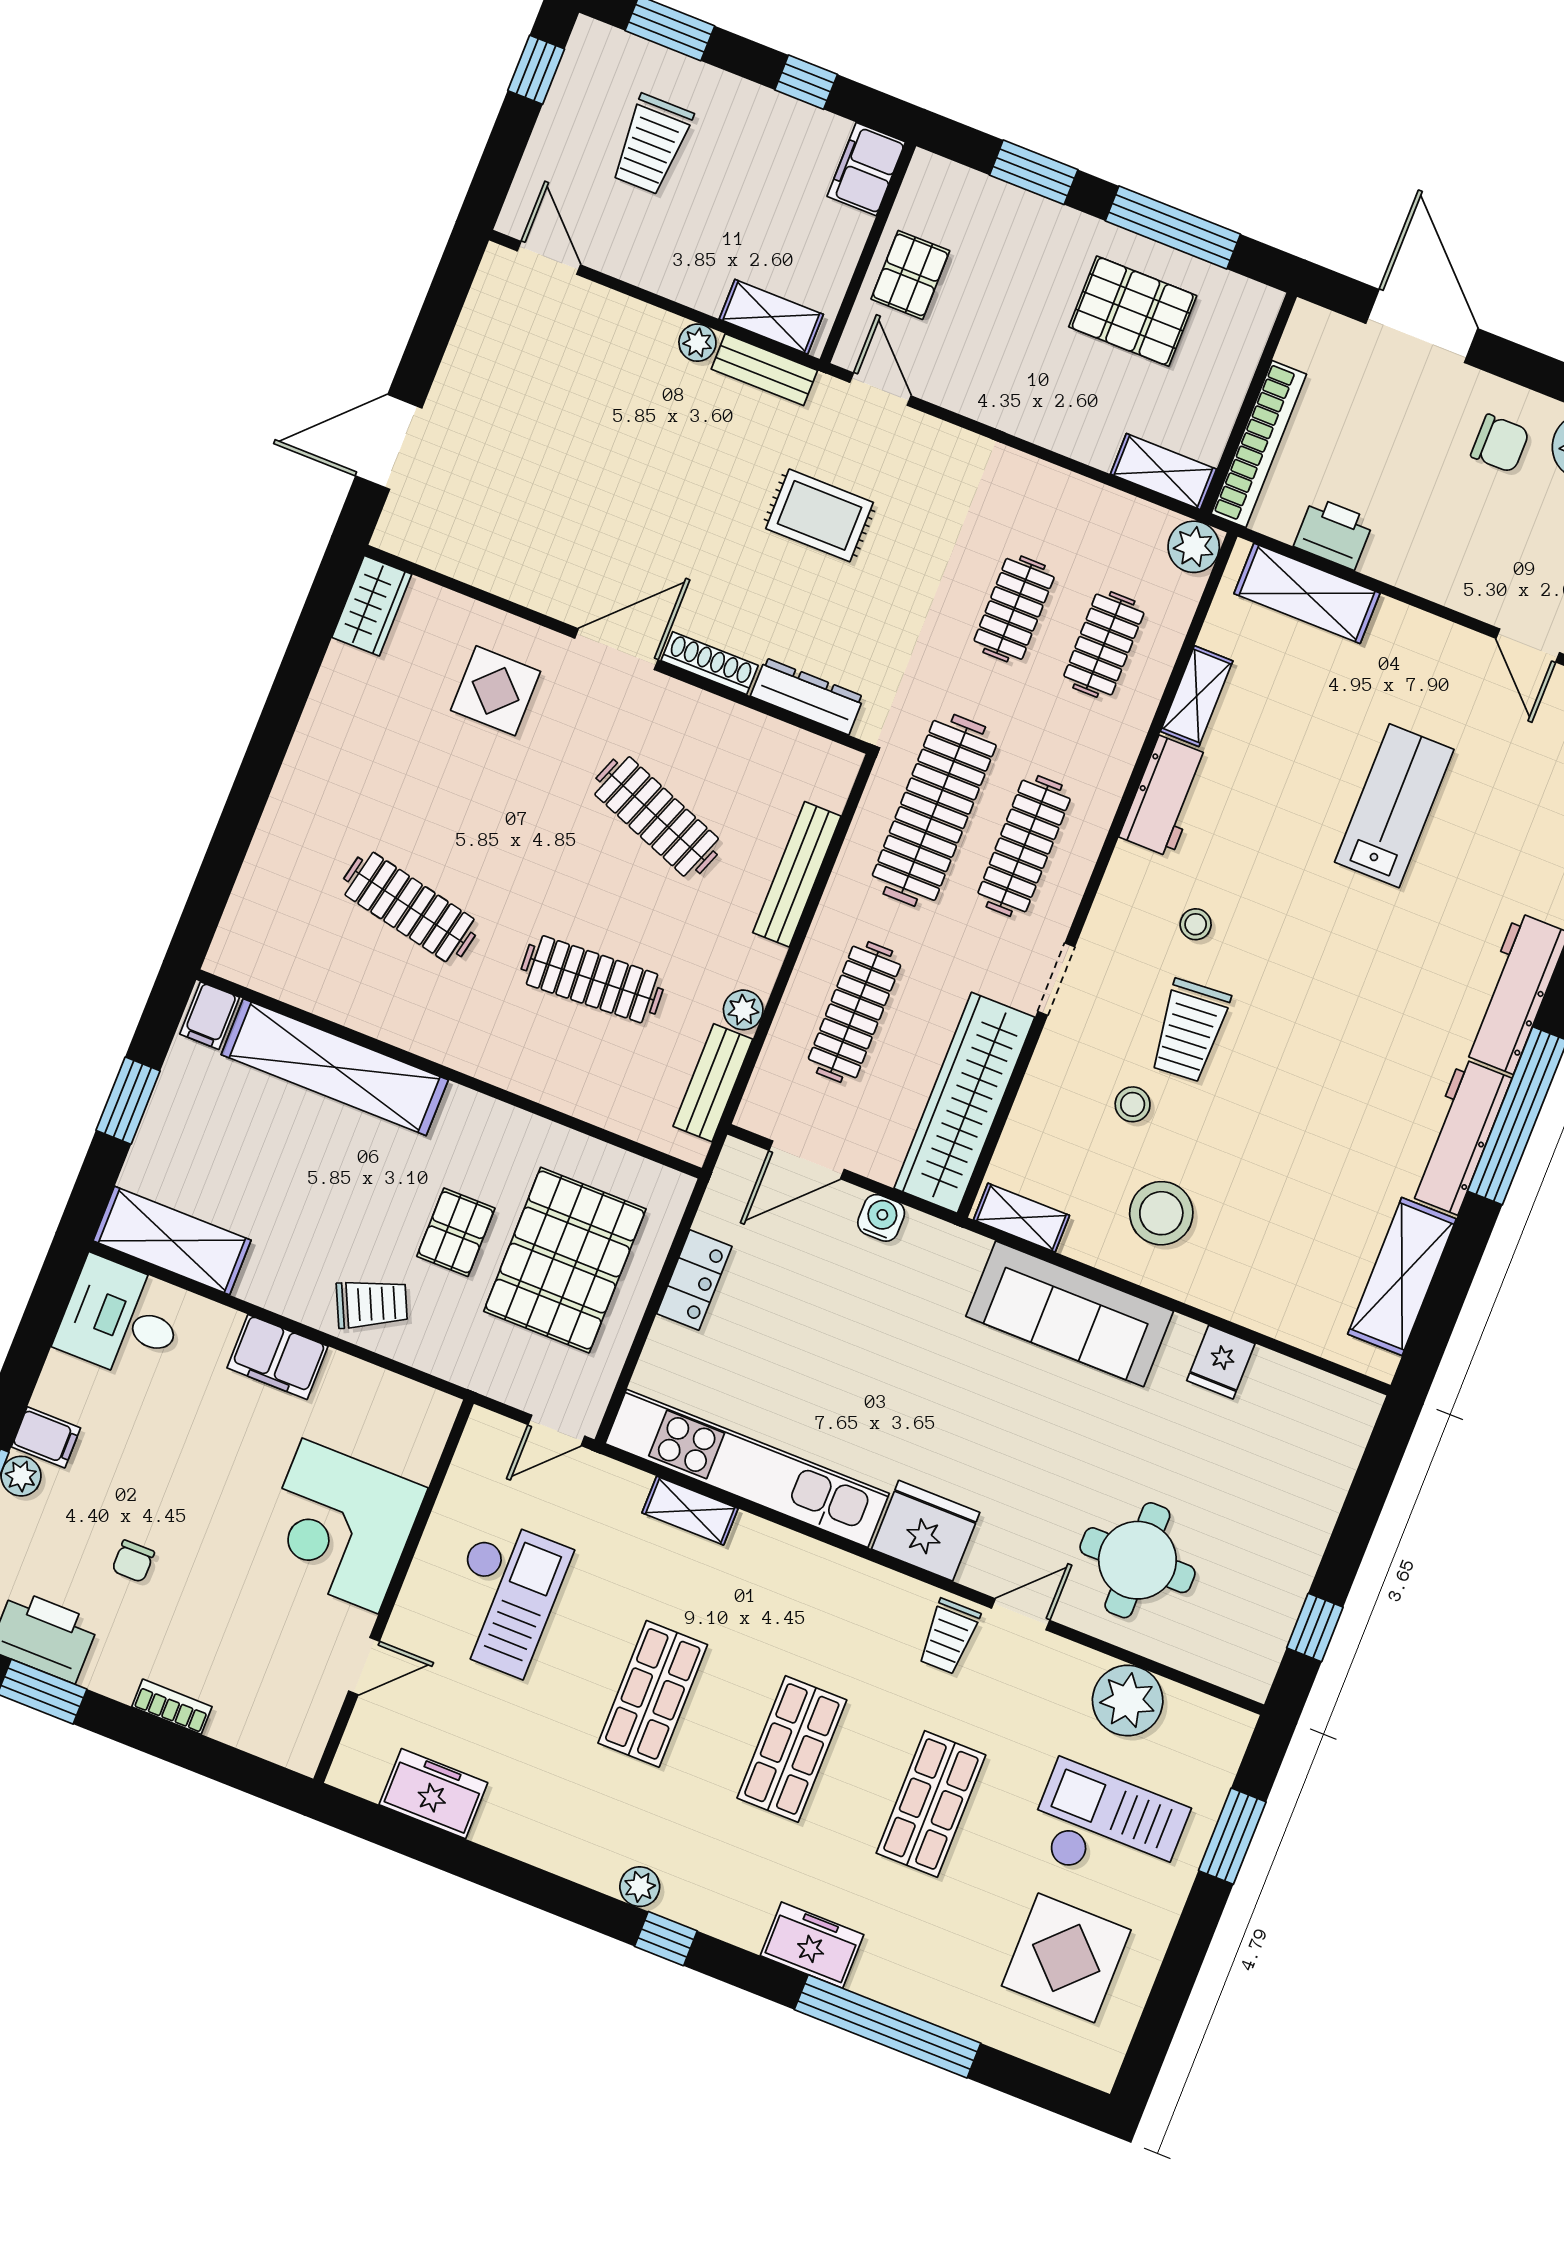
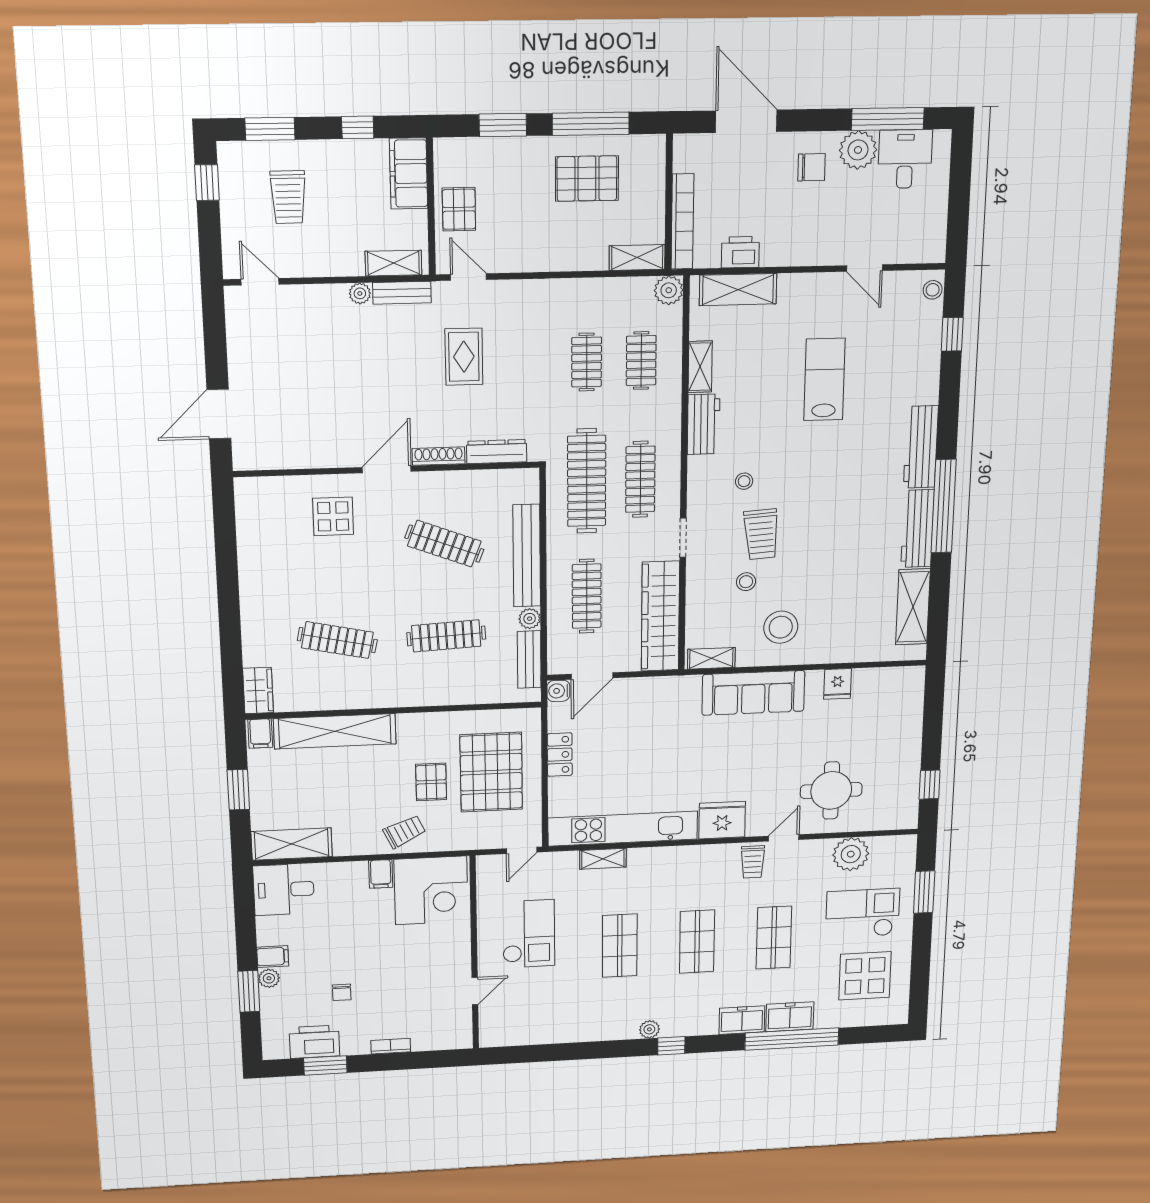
filing cabinet: (866, 169) -> (409, 174), width x1.50, depth x1.17
rug: (820, 515) -> (464, 357), turned 90
wardrobe: (372, 606) -> (258, 691), moved
bench: (797, 874) -> (527, 556), width x1.37, depth x1.21
water cooler: (881, 1218) -> (558, 691), moved, turned -90
filing cabinet: (278, 1357) -> (381, 874), width x0.50
corner desk: (340, 1526) -> (431, 890), moved, turned -90
freezer: (433, 1794) -> (790, 1017), moved

